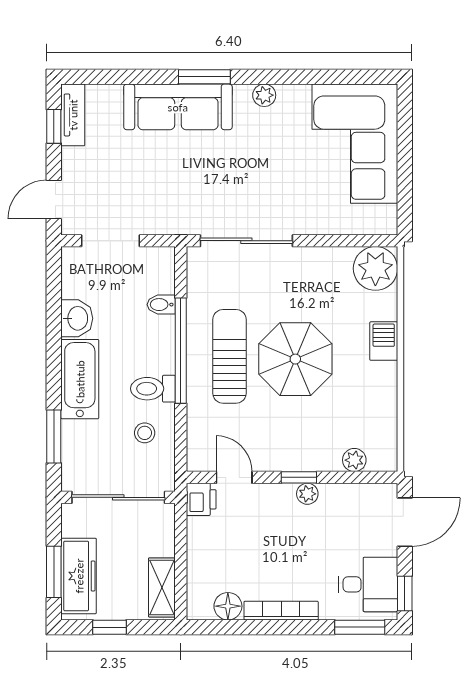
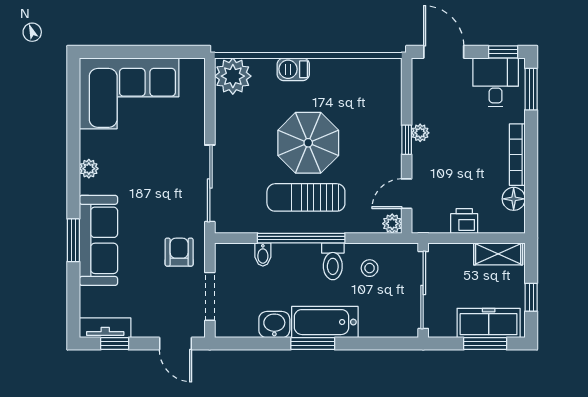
window: (204, 77) -> (73, 240), moved
armchair: (164, 204) -> (179, 252), added
window: (54, 437) -> (313, 344), moved
plant: (354, 460) -> (392, 224), moved
printer: (201, 499) -> (464, 221), moved

